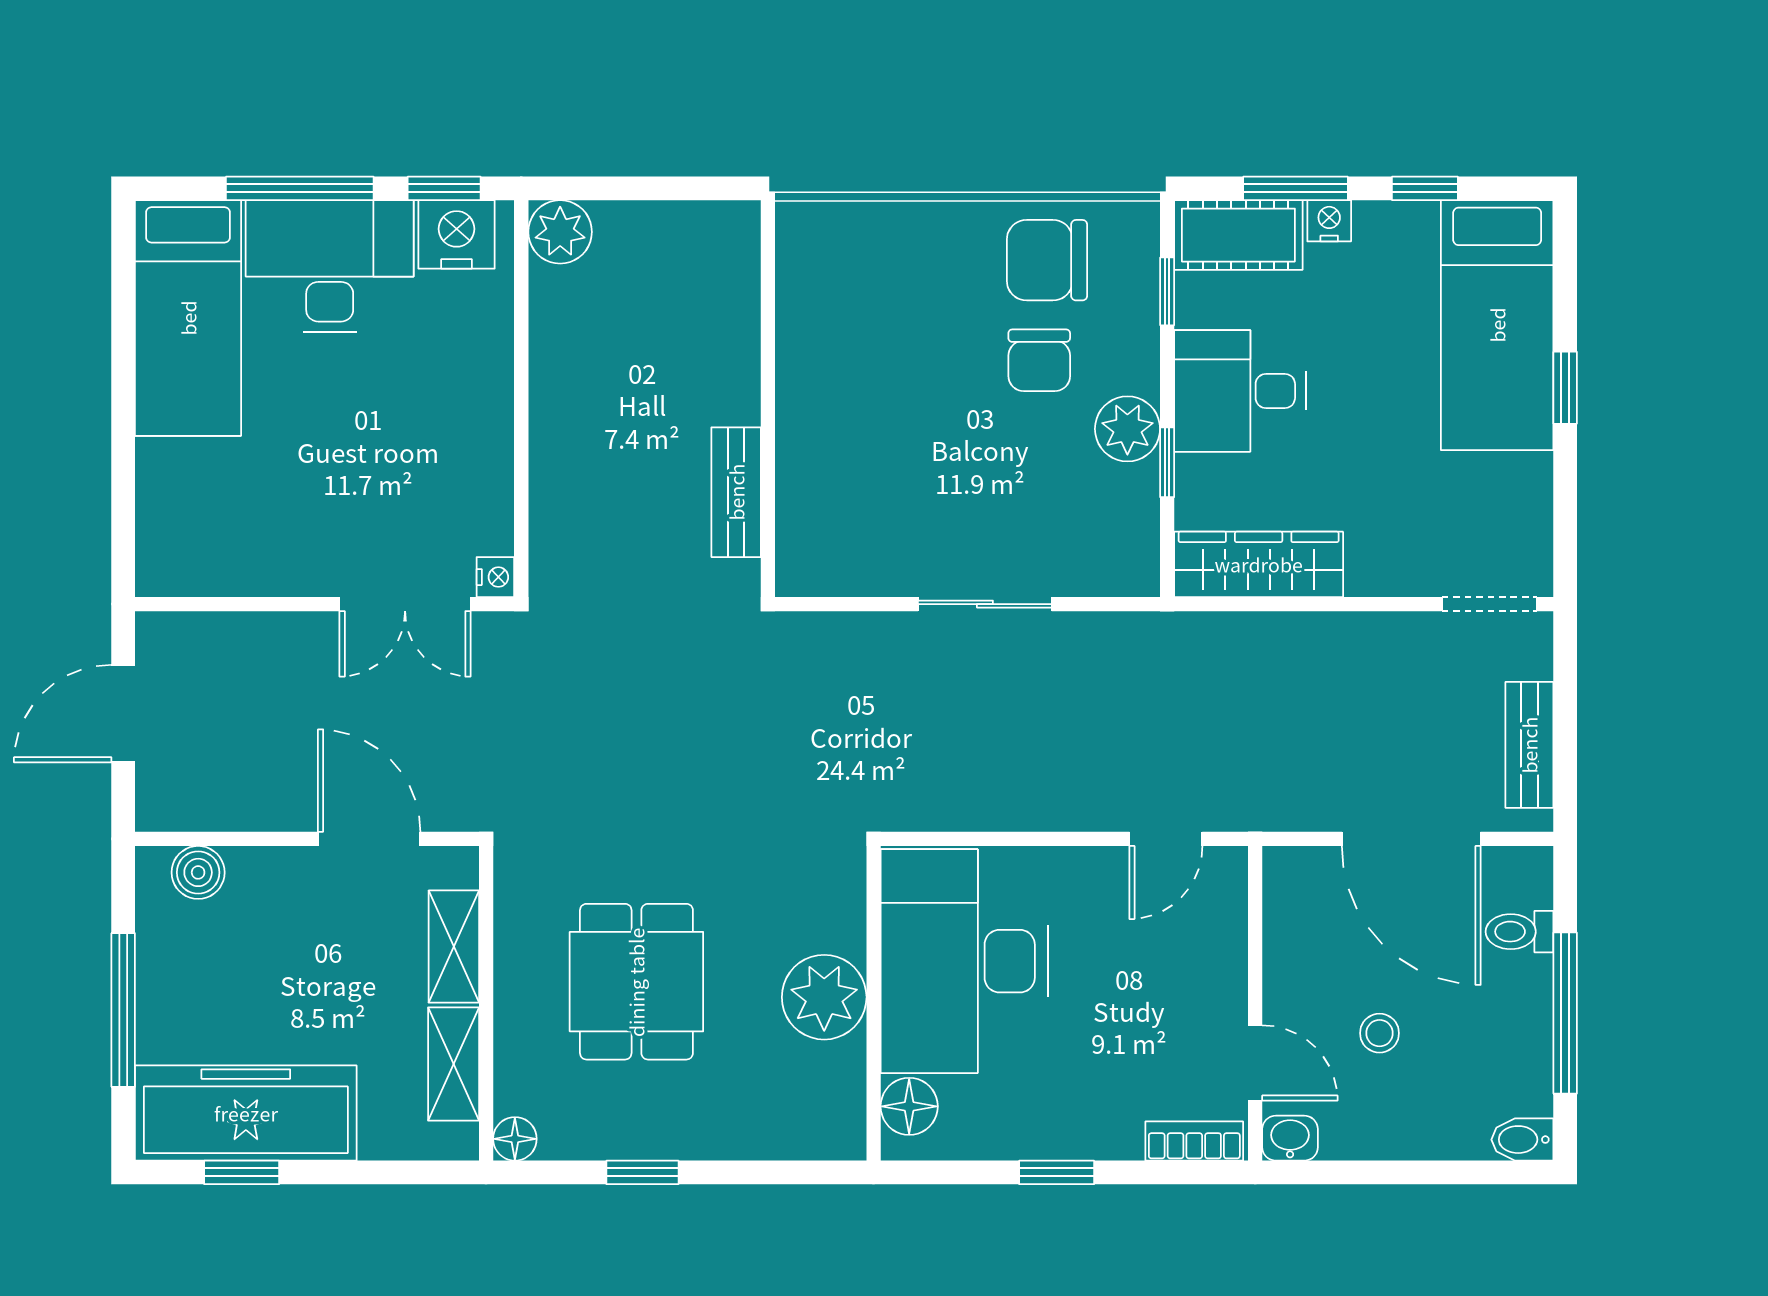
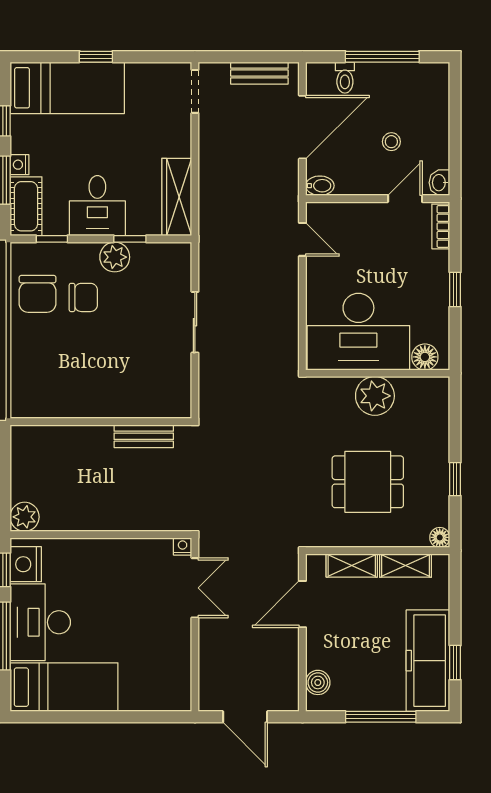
bidet: (1522, 1140) -> (320, 186), moved, turned -90

